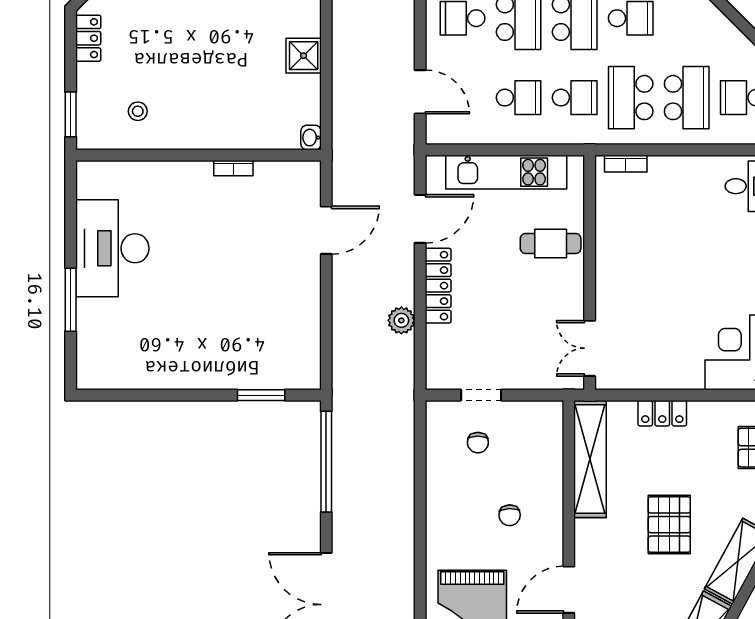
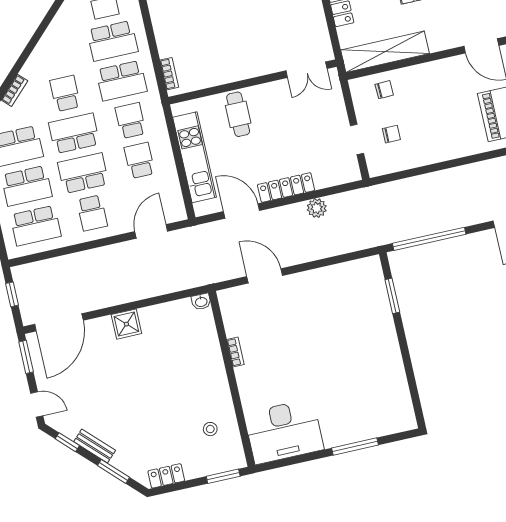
shower: (304, 56) -> (126, 324), moved
school desk: (687, 98) -> (113, 41), turned 180
desk: (112, 248) -> (284, 431), moved
chair: (510, 515) -> (384, 90), moved

